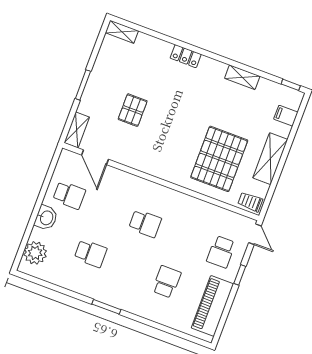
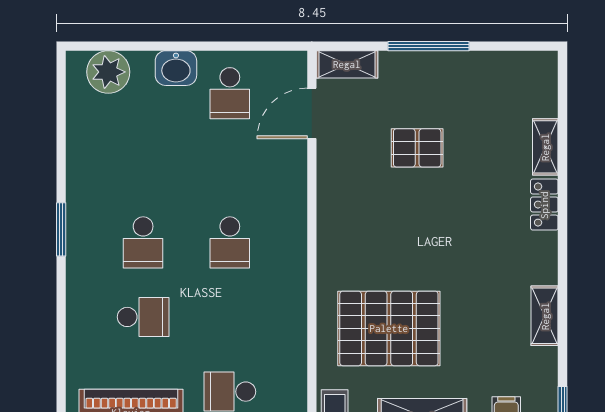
shelving: (122, 32) -> (545, 147), moved
window: (83, 85) -> (429, 46), width x1.44
school desk: (91, 253) -> (143, 242), moved

